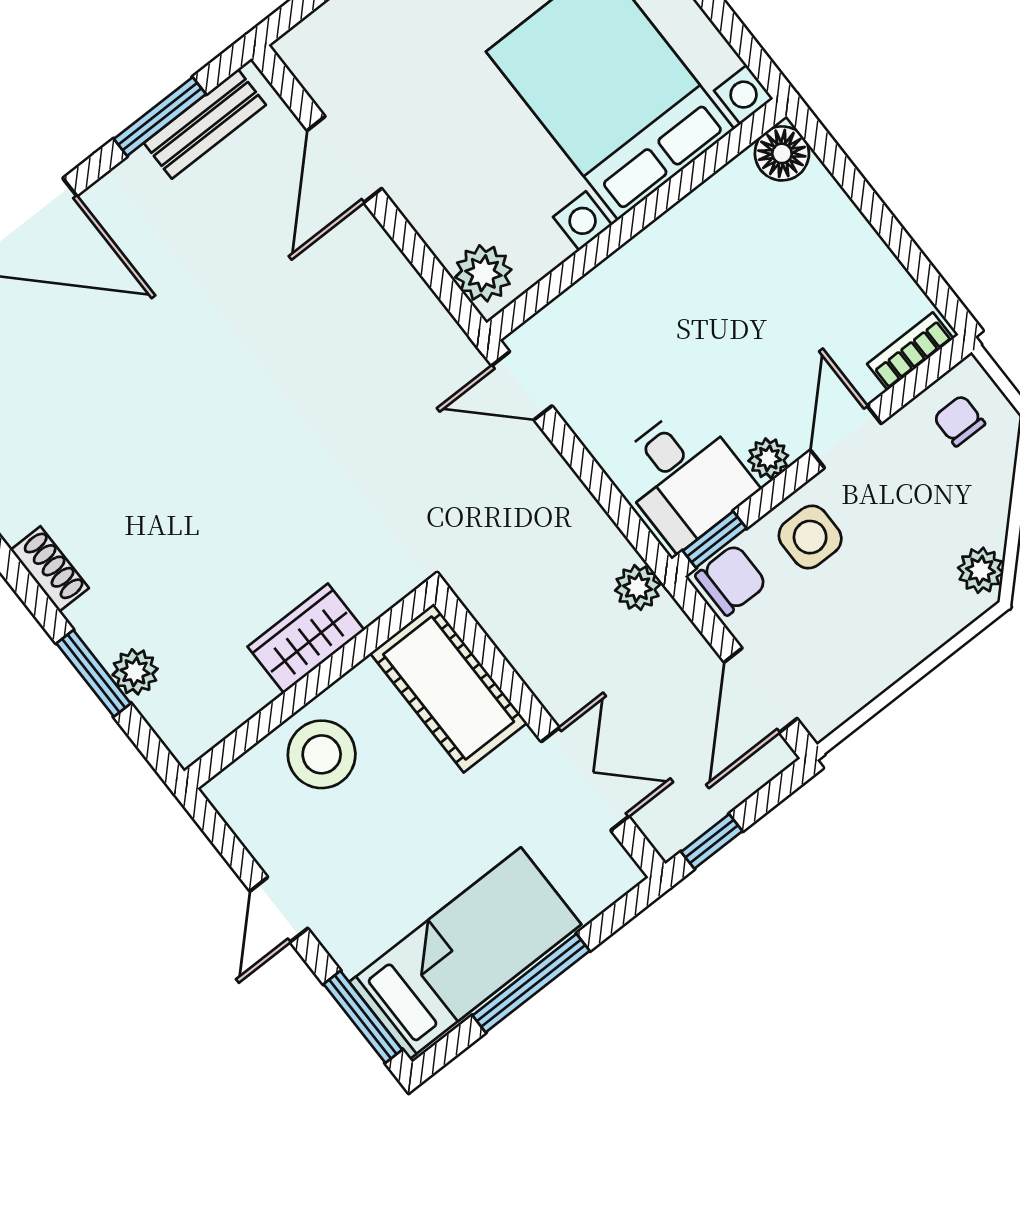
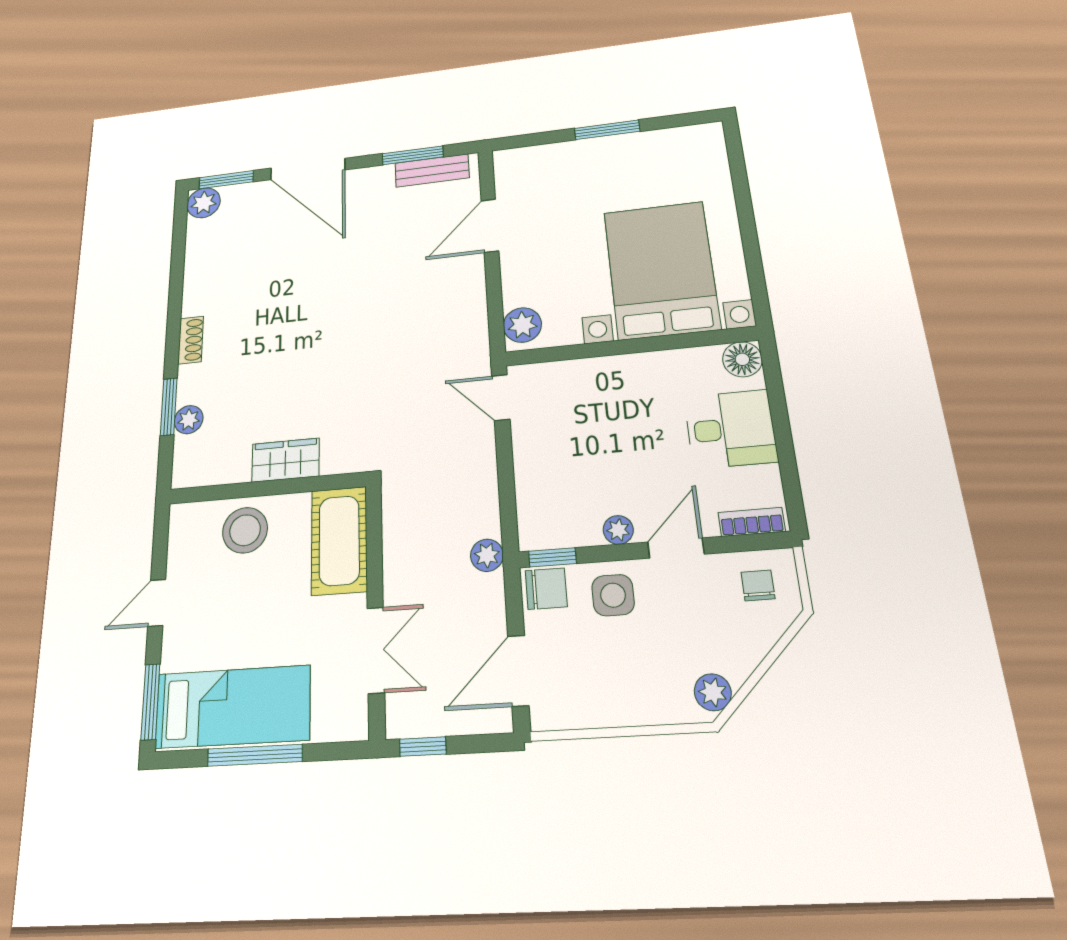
desk: (684, 477) -> (730, 429), moved, turned -90

